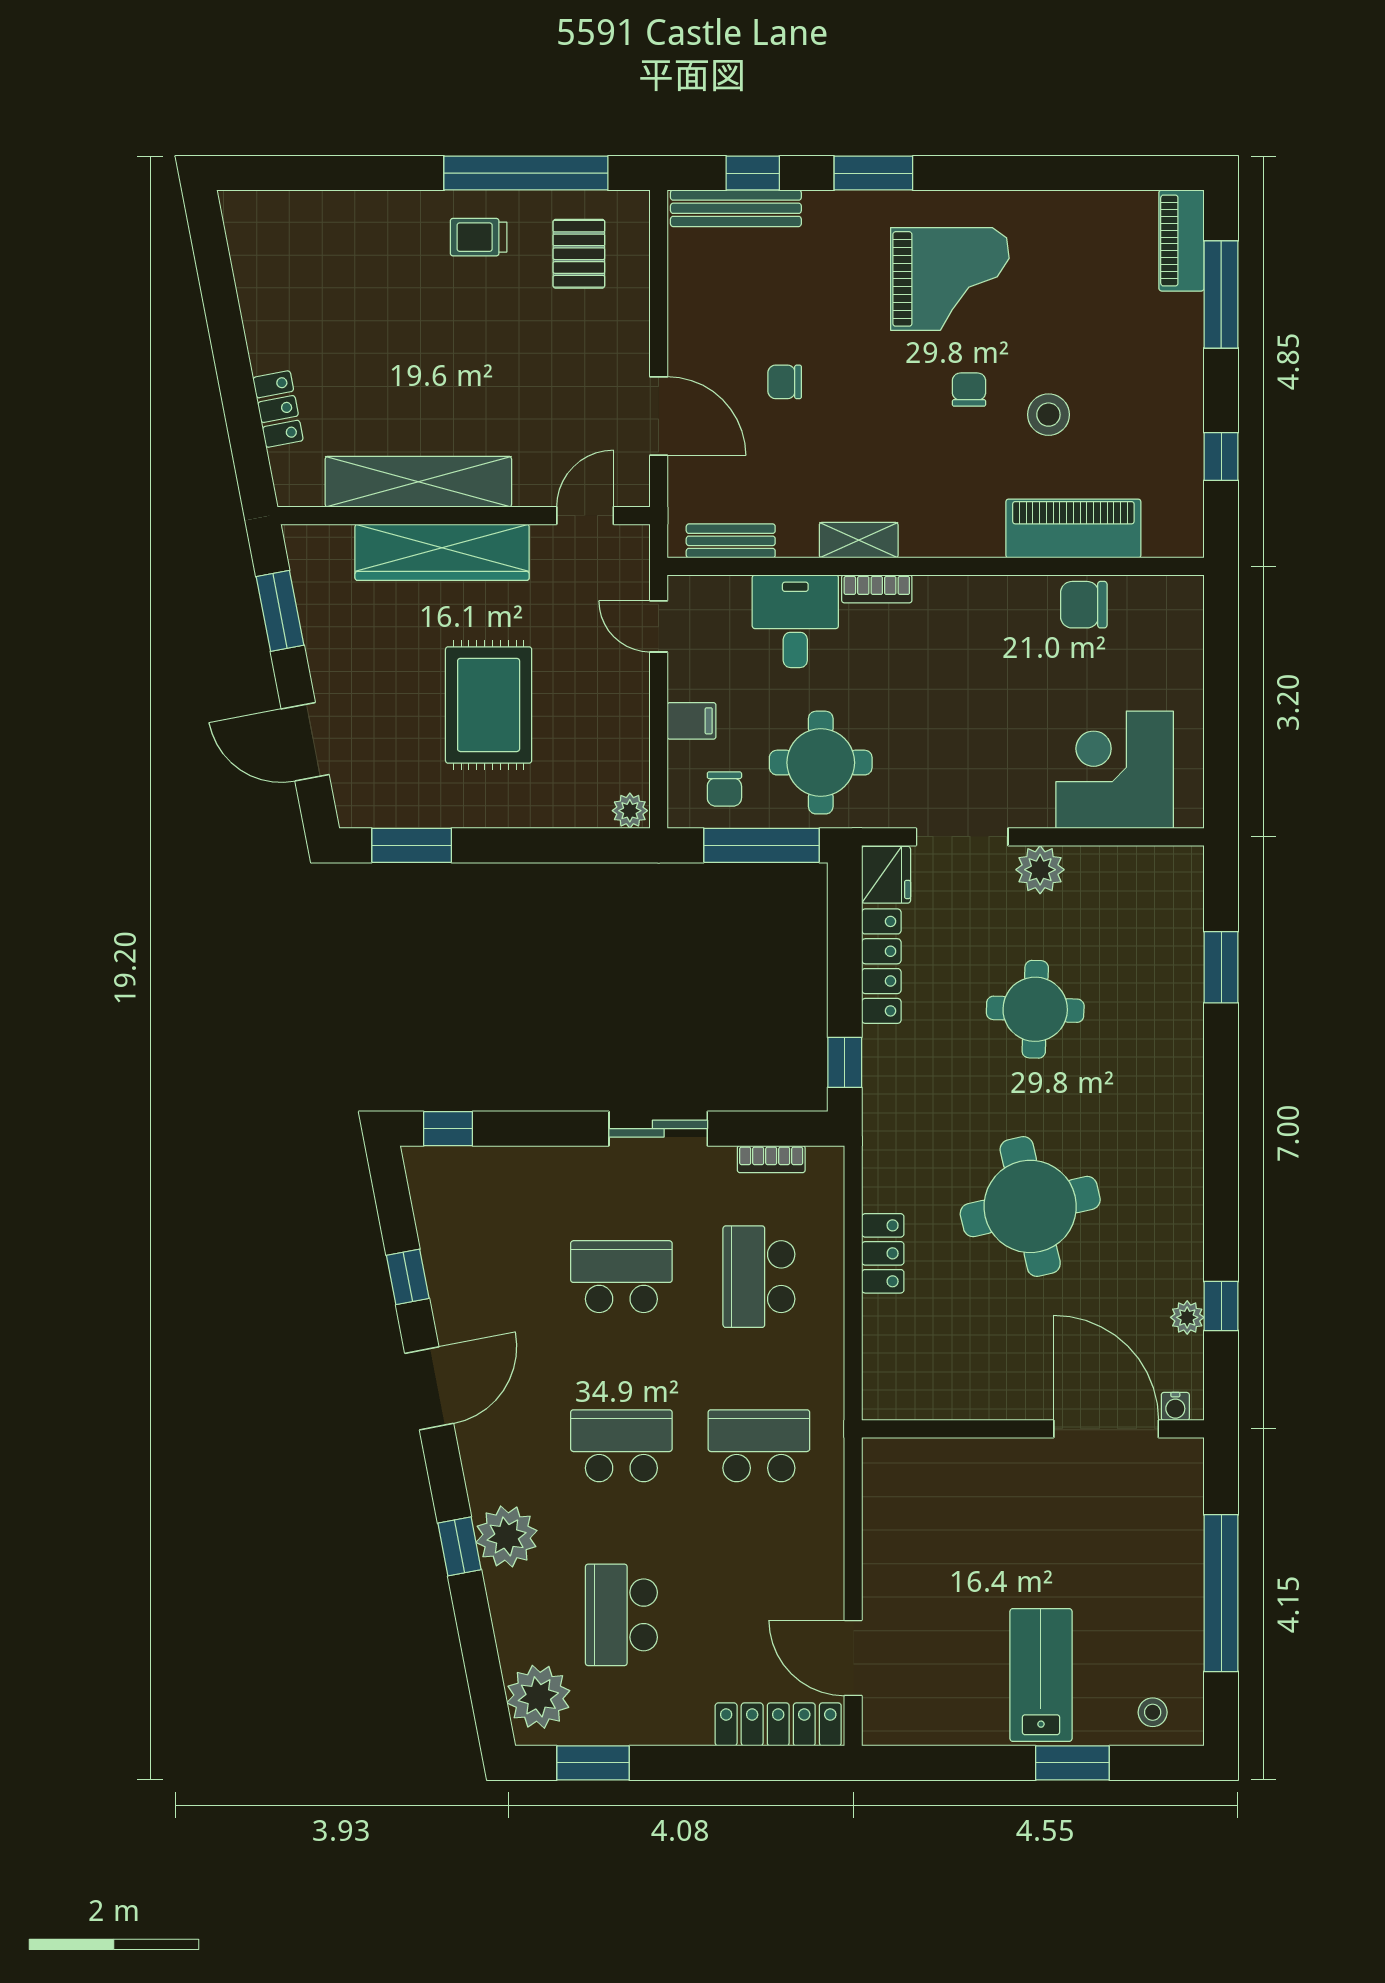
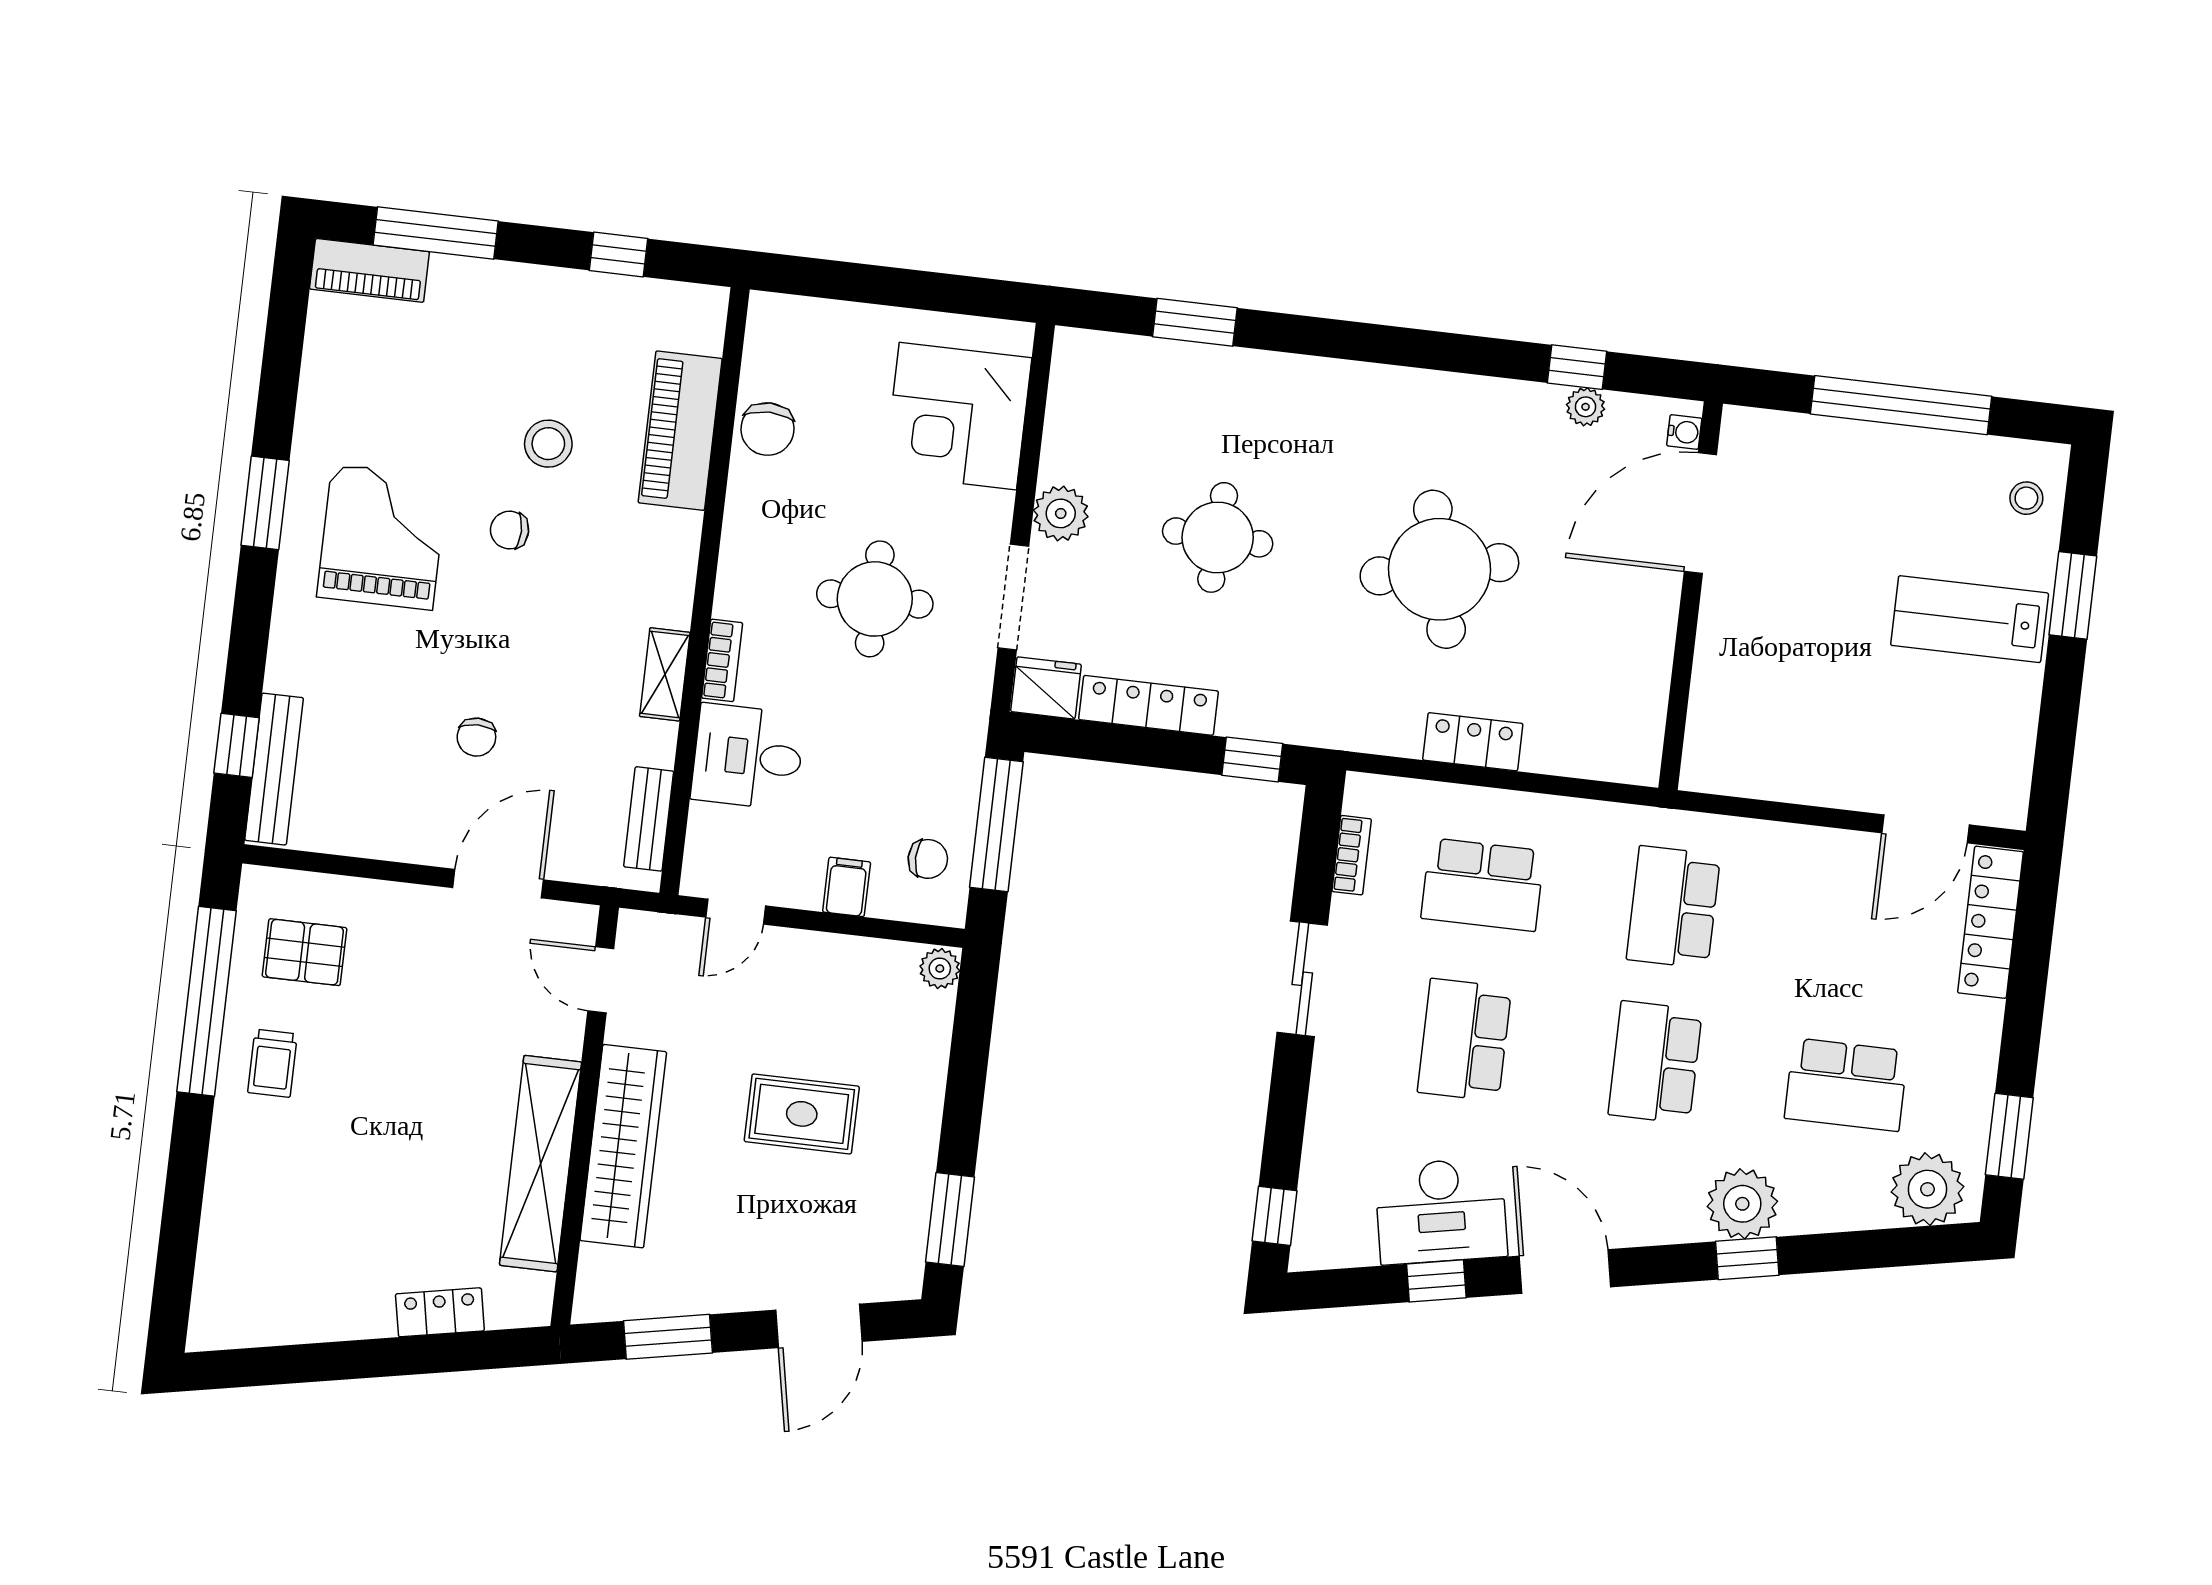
window: (873, 173) -> (265, 503), moved
rug: (489, 705) -> (802, 1114), width x0.73, depth x0.70
round table: (821, 763) -> (875, 599), moved
desk: (469, 1274) -> (1441, 1211), added

